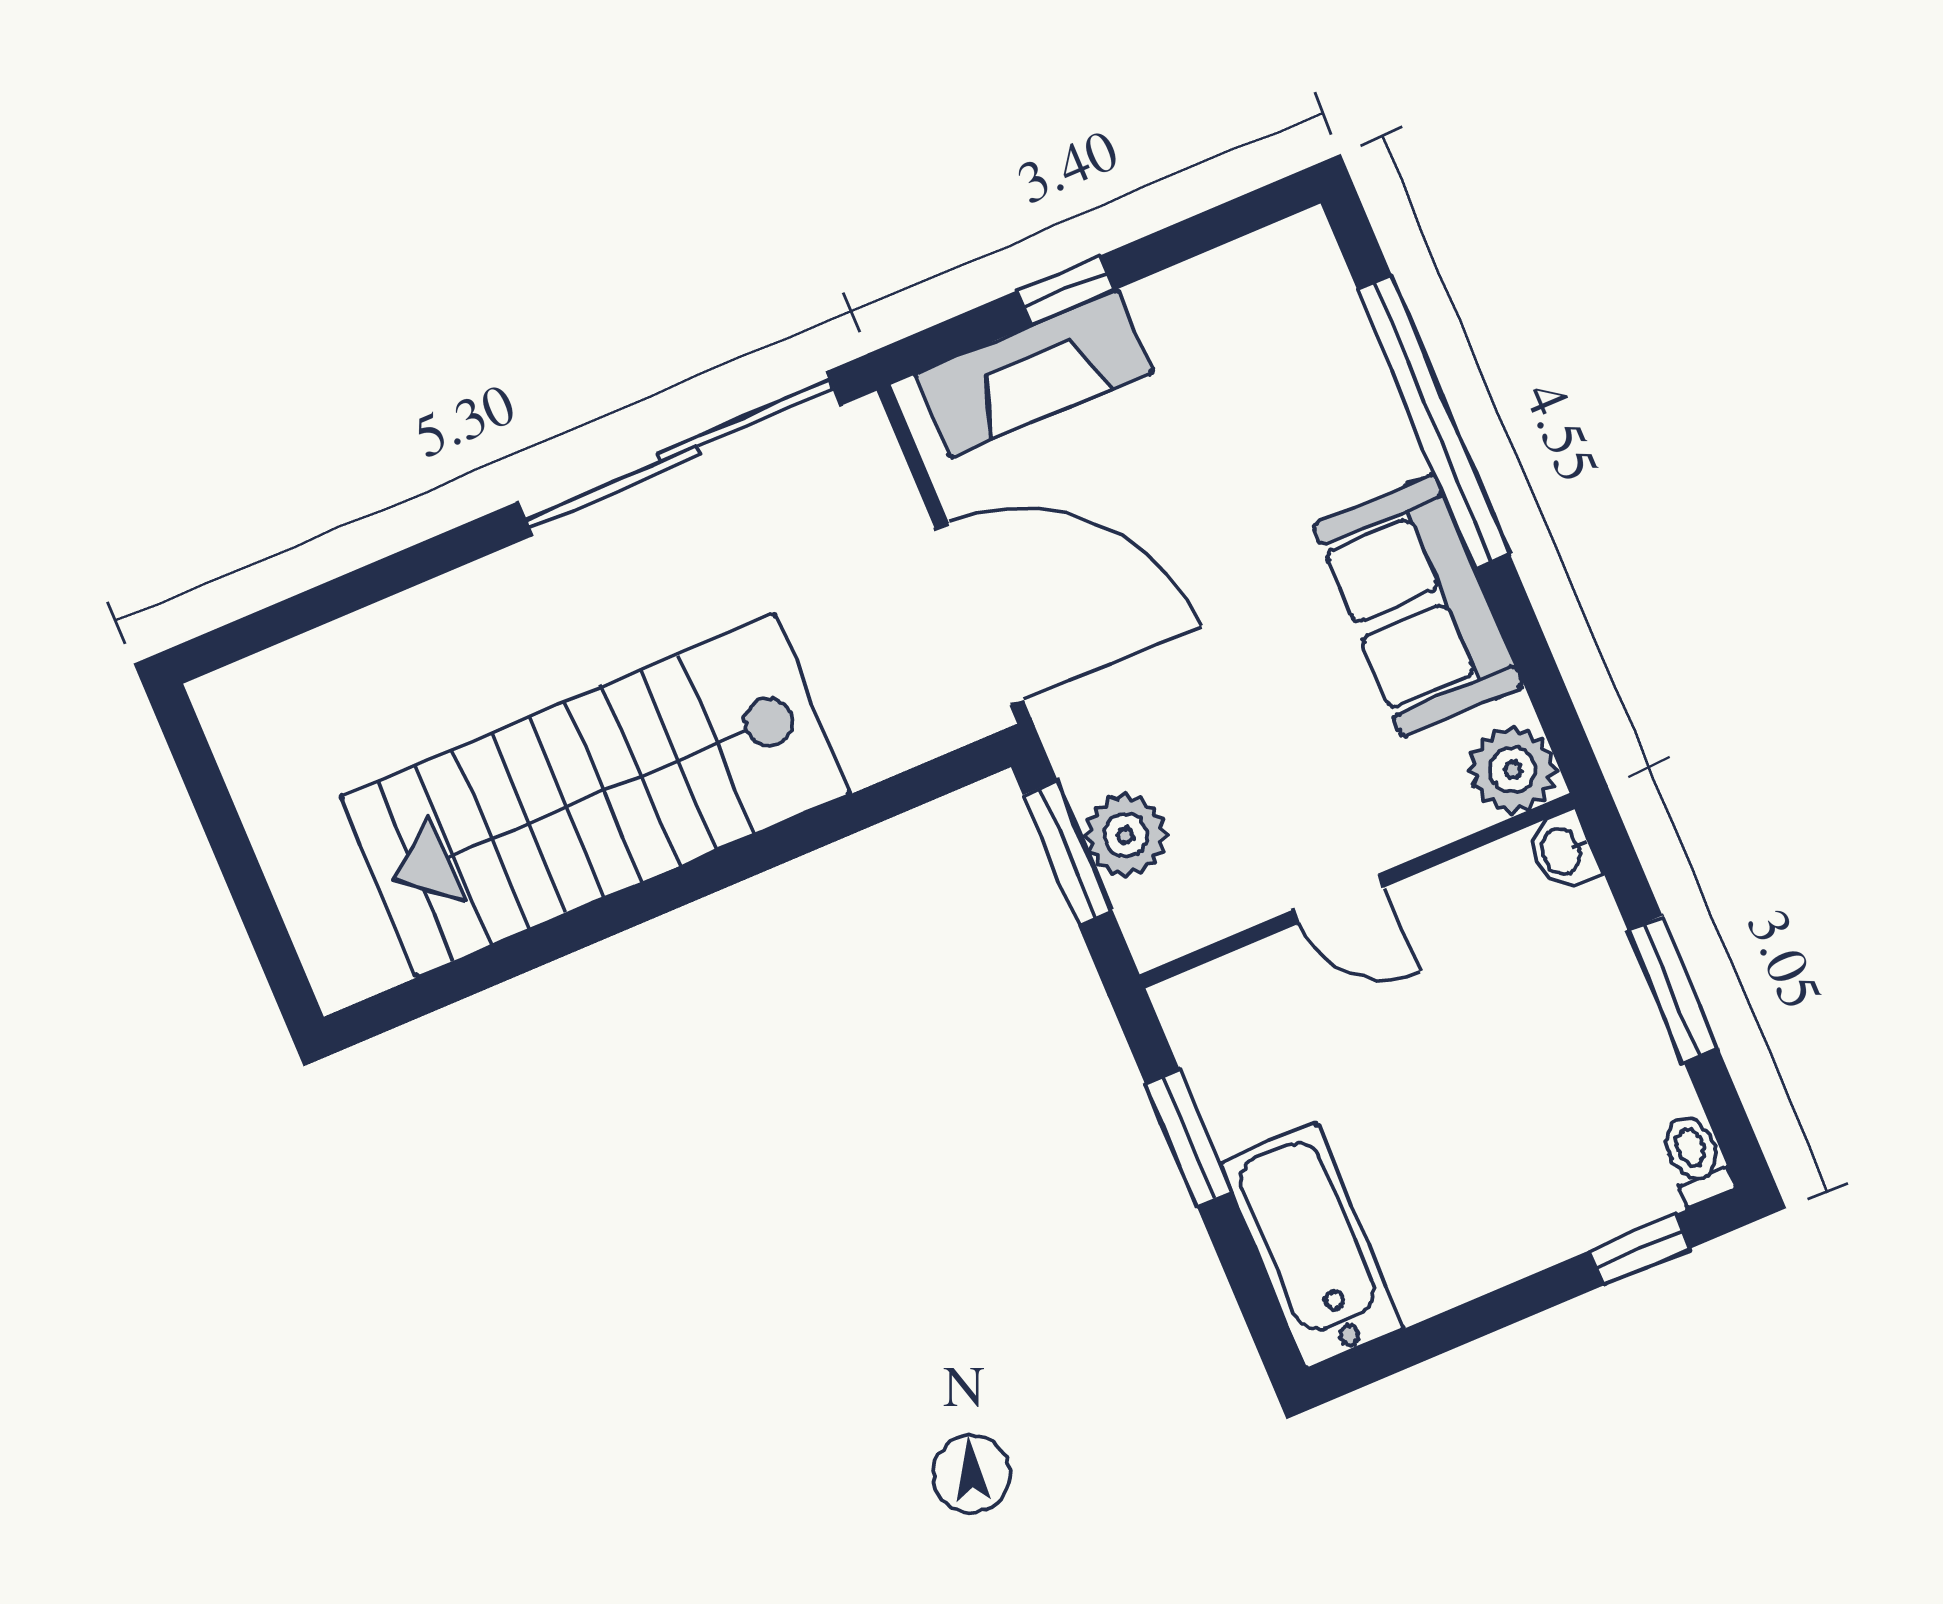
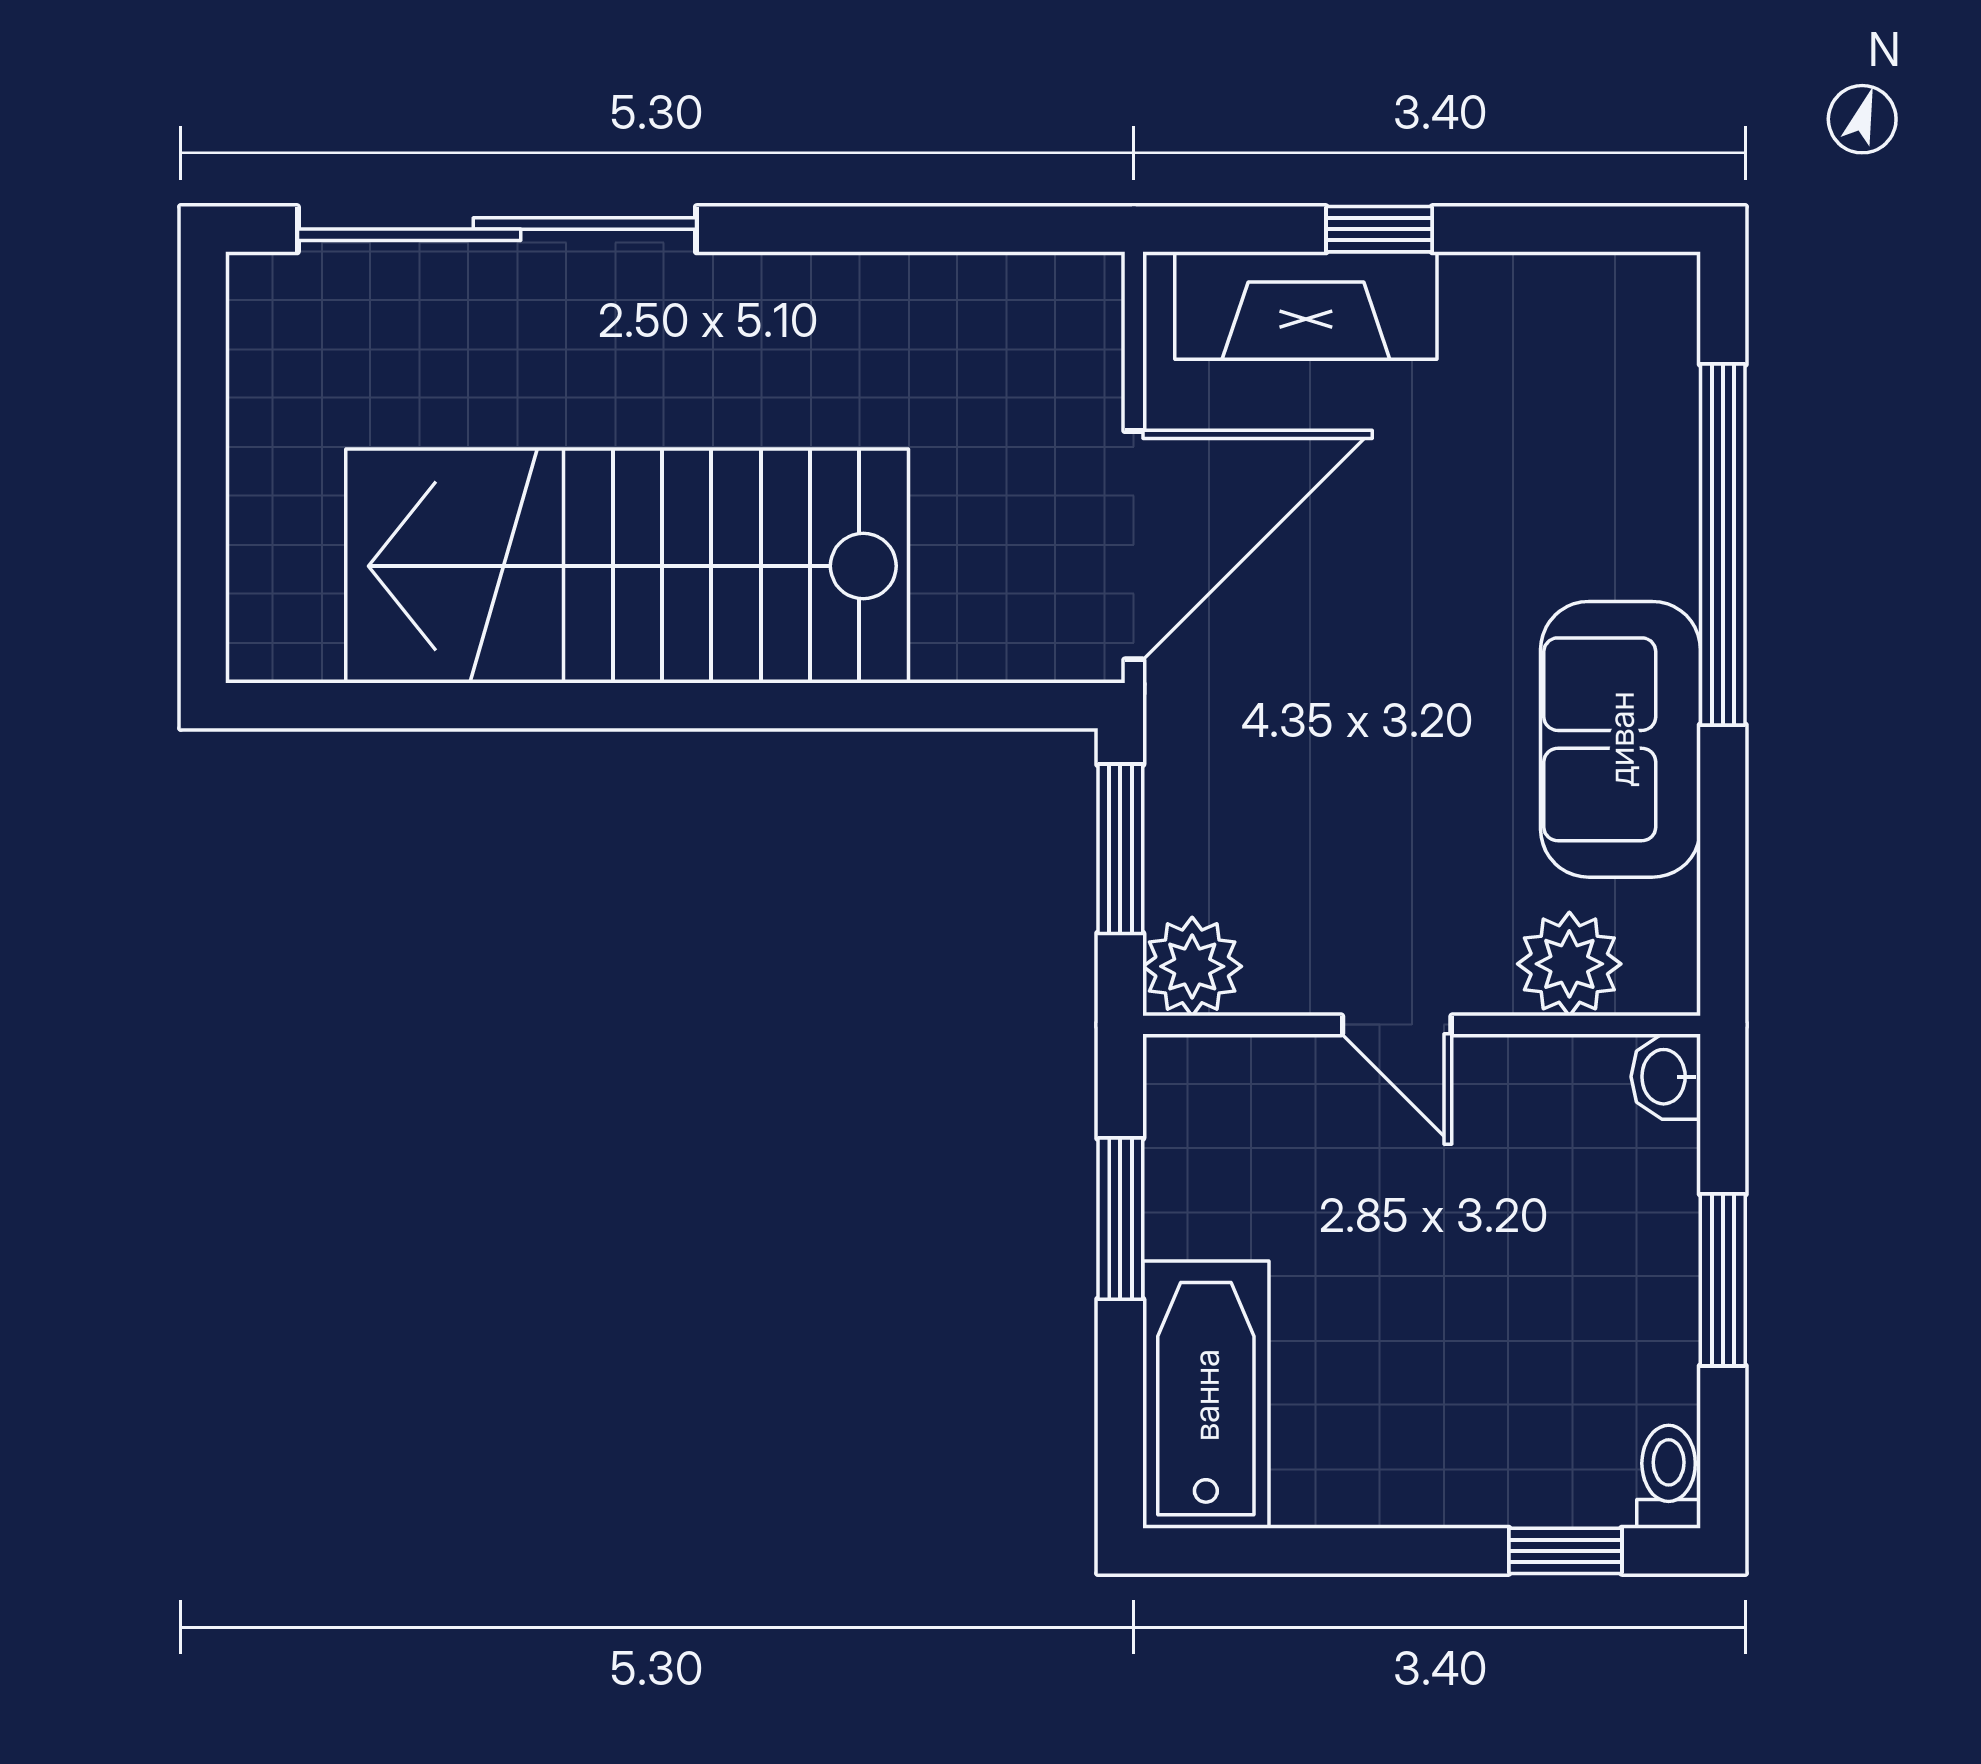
sliding door: (679, 454) -> (497, 229), moved
door: (979, 614) -> (1134, 545), hinge flipped
plant: (1513, 770) -> (1569, 964), moved
plant: (1126, 835) -> (1192, 966), moved

